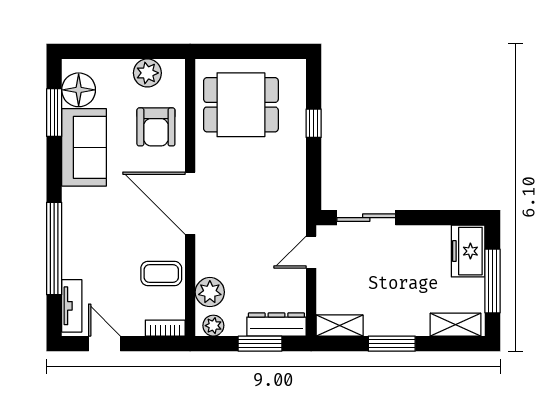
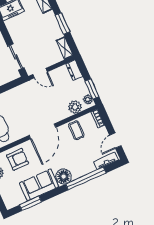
floor lamp: (79, 90) -> (64, 176), moved
dresser: (276, 324) -> (74, 70), width x0.70
window: (260, 344) -> (92, 89), moved

